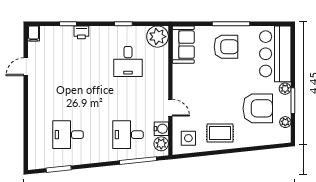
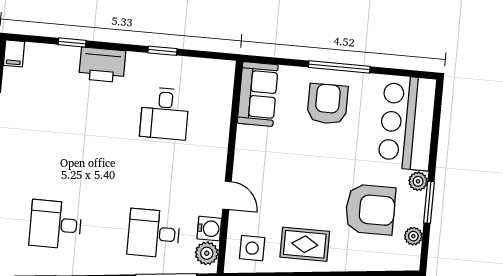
printer: (81, 32) -> (102, 65), width x1.87, depth x1.48
plant: (158, 37) -> (217, 77), removed
armchair: (226, 47) -> (327, 104), turned -90

